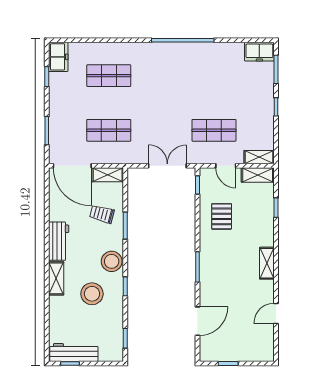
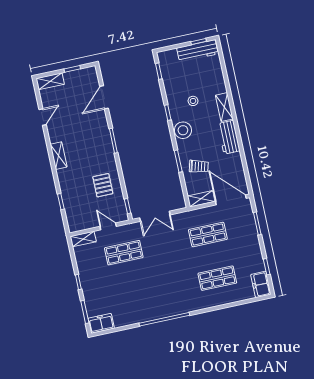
shelving: (258, 175) -> (50, 81), moved
stool: (92, 294) -> (193, 101), width x0.53, depth x0.53

